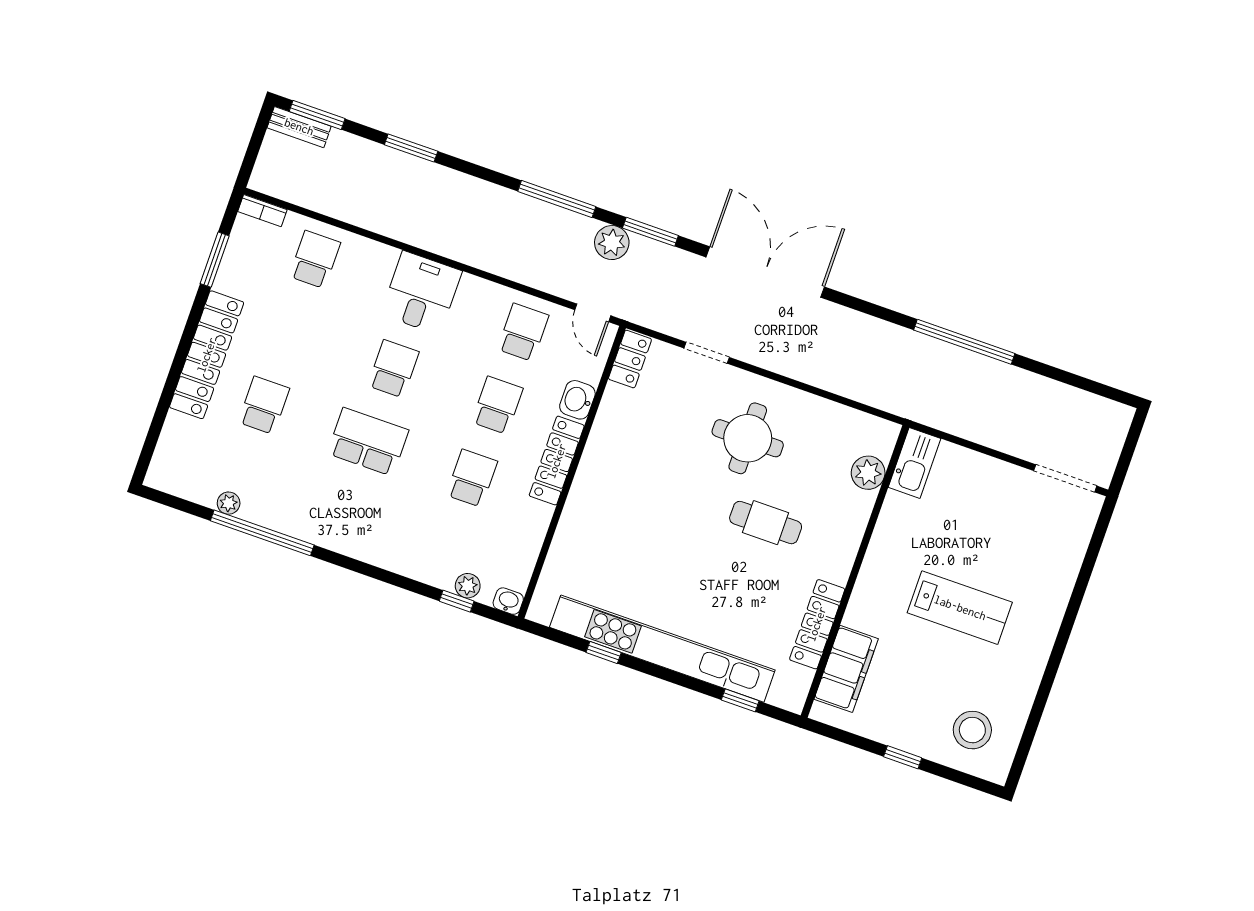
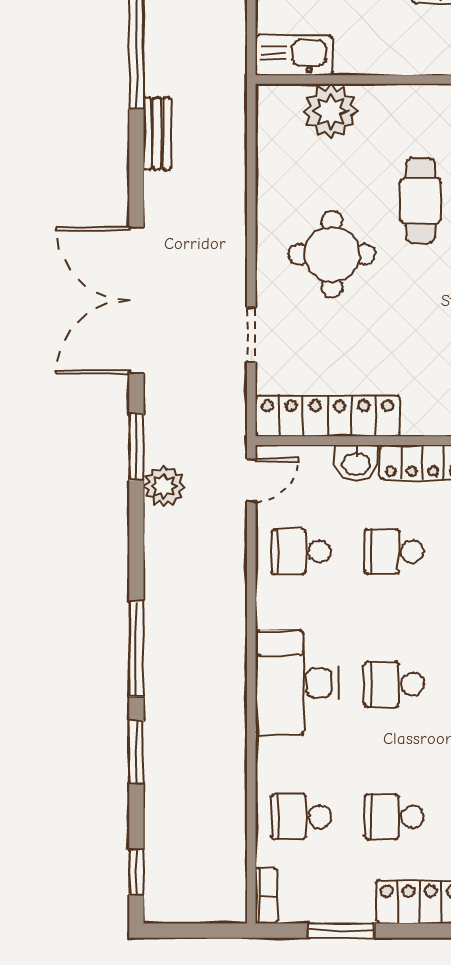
window: (317, 115) -> (136, 872), width x0.67
bench: (299, 127) -> (157, 134), moved
window: (557, 199) -> (136, 649), moved
desk: (421, 293) -> (297, 683), width x1.37
school desk: (289, 332) -> (394, 817), added
locker: (630, 359) -> (328, 416), width x2.16, depth x1.21
plant: (868, 473) -> (331, 111), width x1.36, depth x1.36

